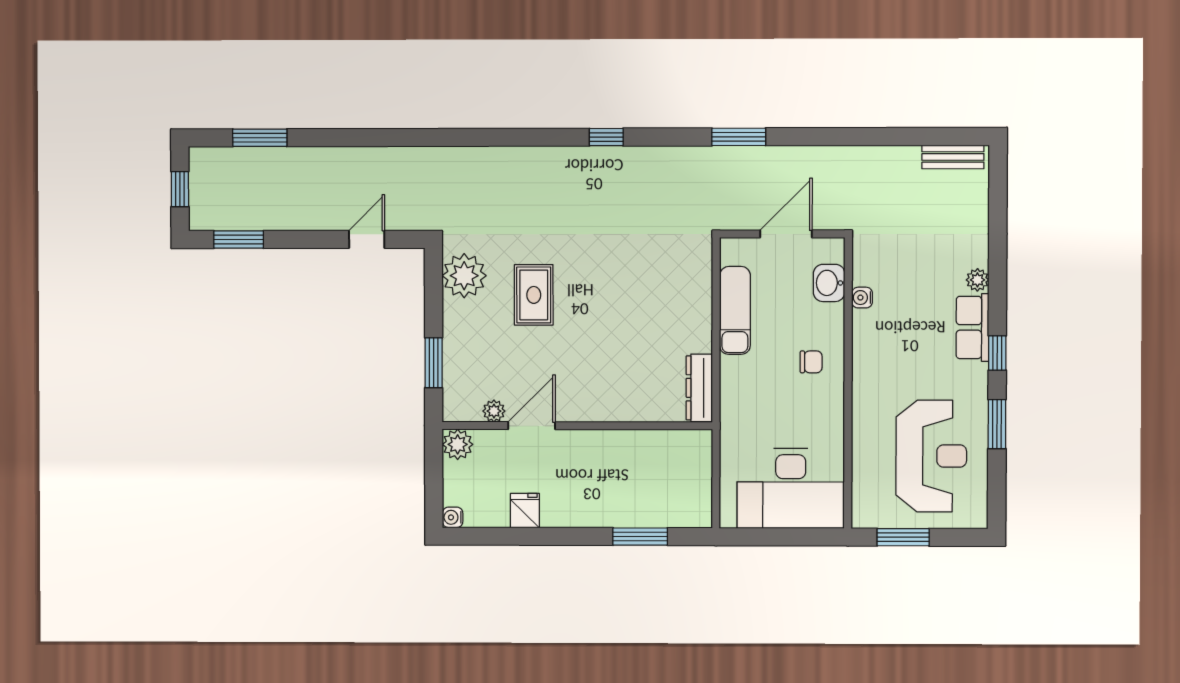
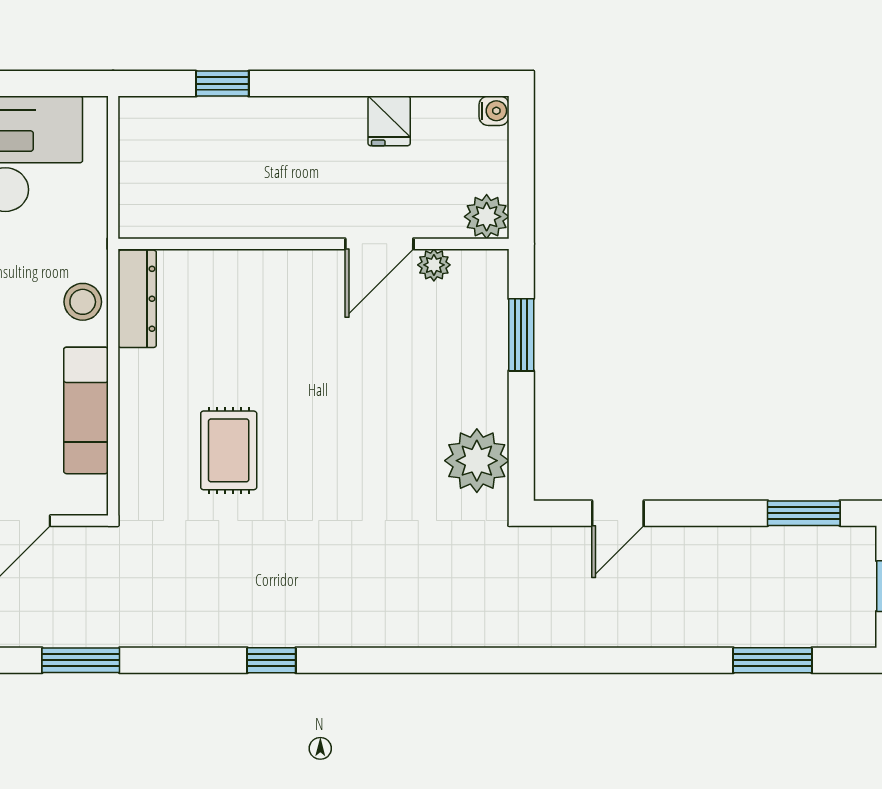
rug: (534, 295) -> (229, 450), moved
stool: (737, 386) -> (83, 302), added
window: (640, 537) -> (222, 84), width x0.67

